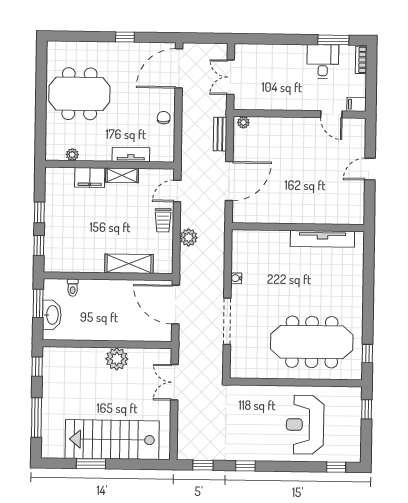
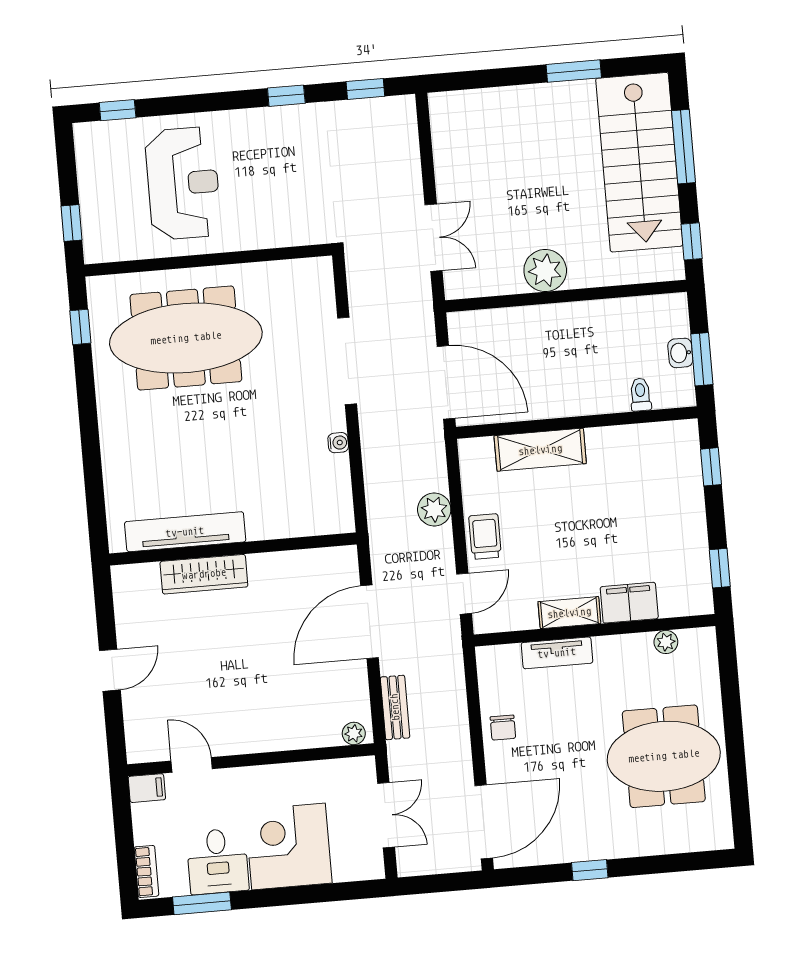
corner desk: (284, 66) -> (289, 846), added
window: (39, 212) -> (720, 568), moved
wardrobe: (315, 215) -> (204, 574), added
washbasin: (52, 315) -> (680, 353), width x0.52, depth x0.69
stairs: (112, 440) -> (639, 162), moved, turned 90

